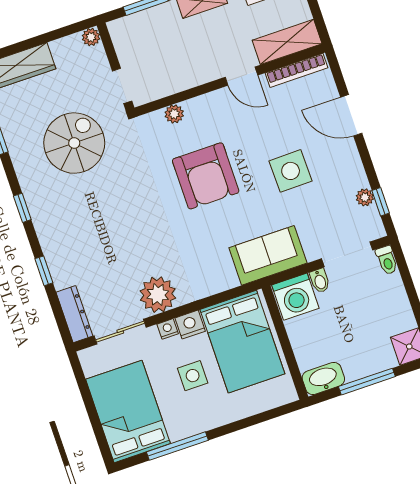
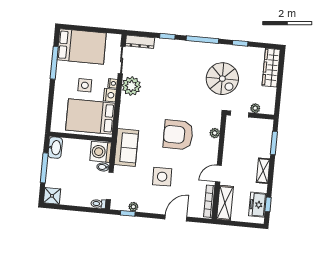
plant: (91, 37) -> (255, 108), moved
window: (22, 208) -> (202, 40), width x2.17

